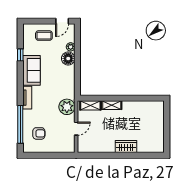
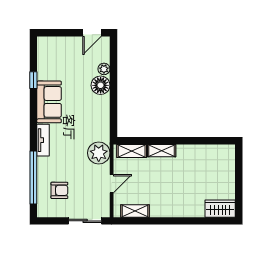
coffee table: (44, 36) -> (67, 53), removed
wardrobe: (126, 146) -> (220, 209), moved
shelving: (93, 148) -> (135, 211), added
sliding door: (57, 155) -> (85, 221), added

